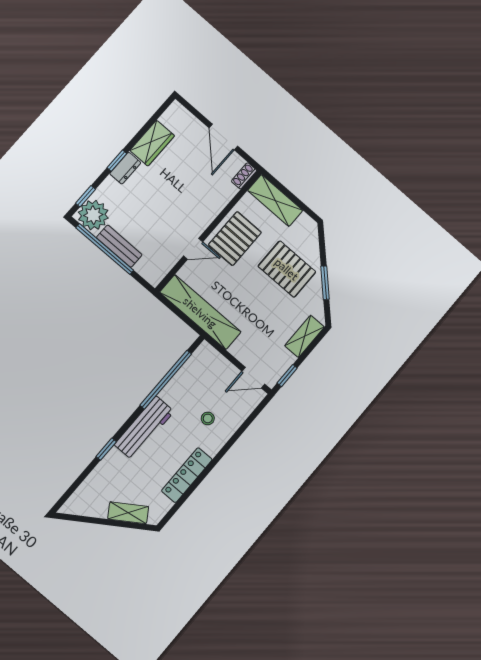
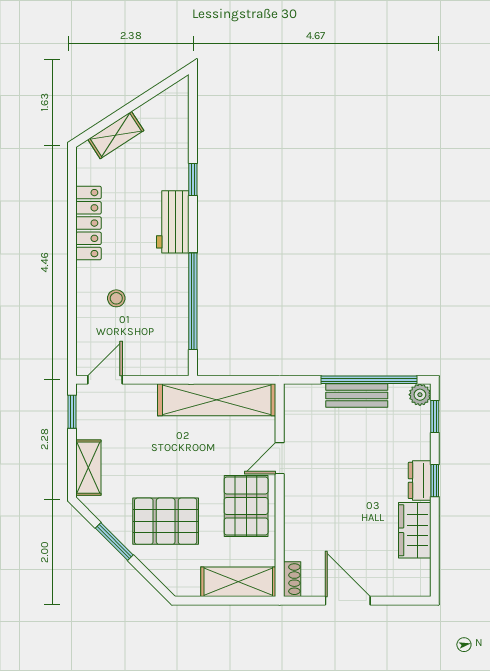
plant: (93, 215) -> (420, 395), width x0.53, depth x0.53
workbench: (144, 428) -> (173, 222), width x0.73

